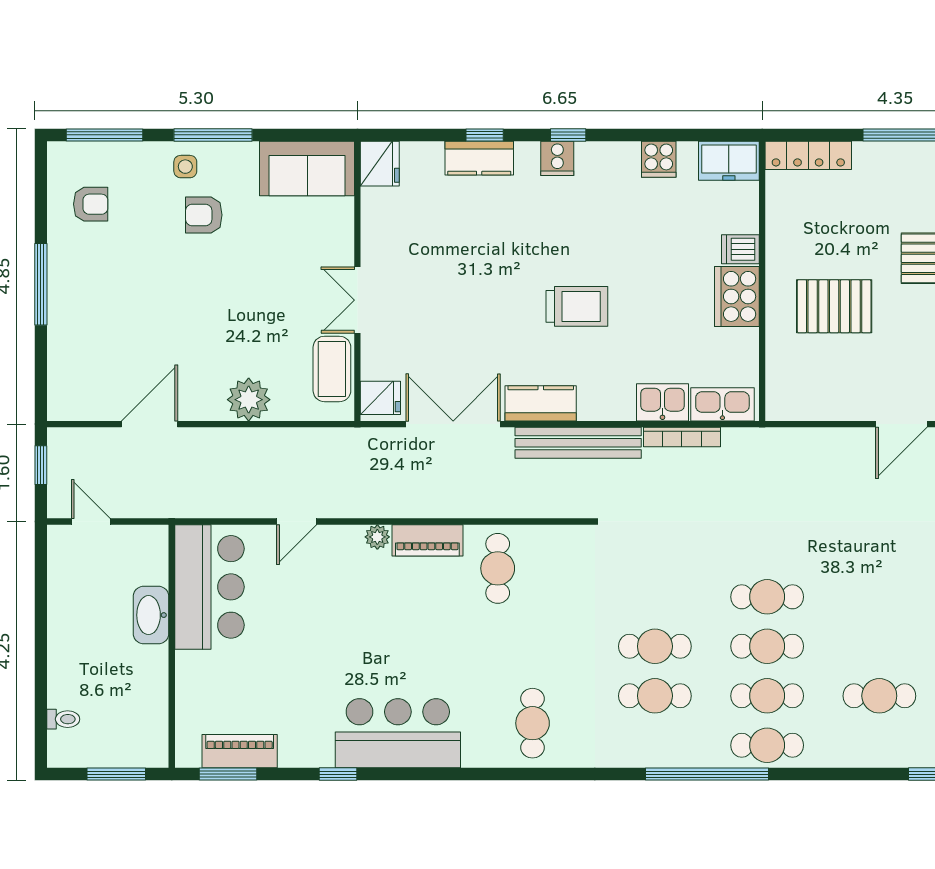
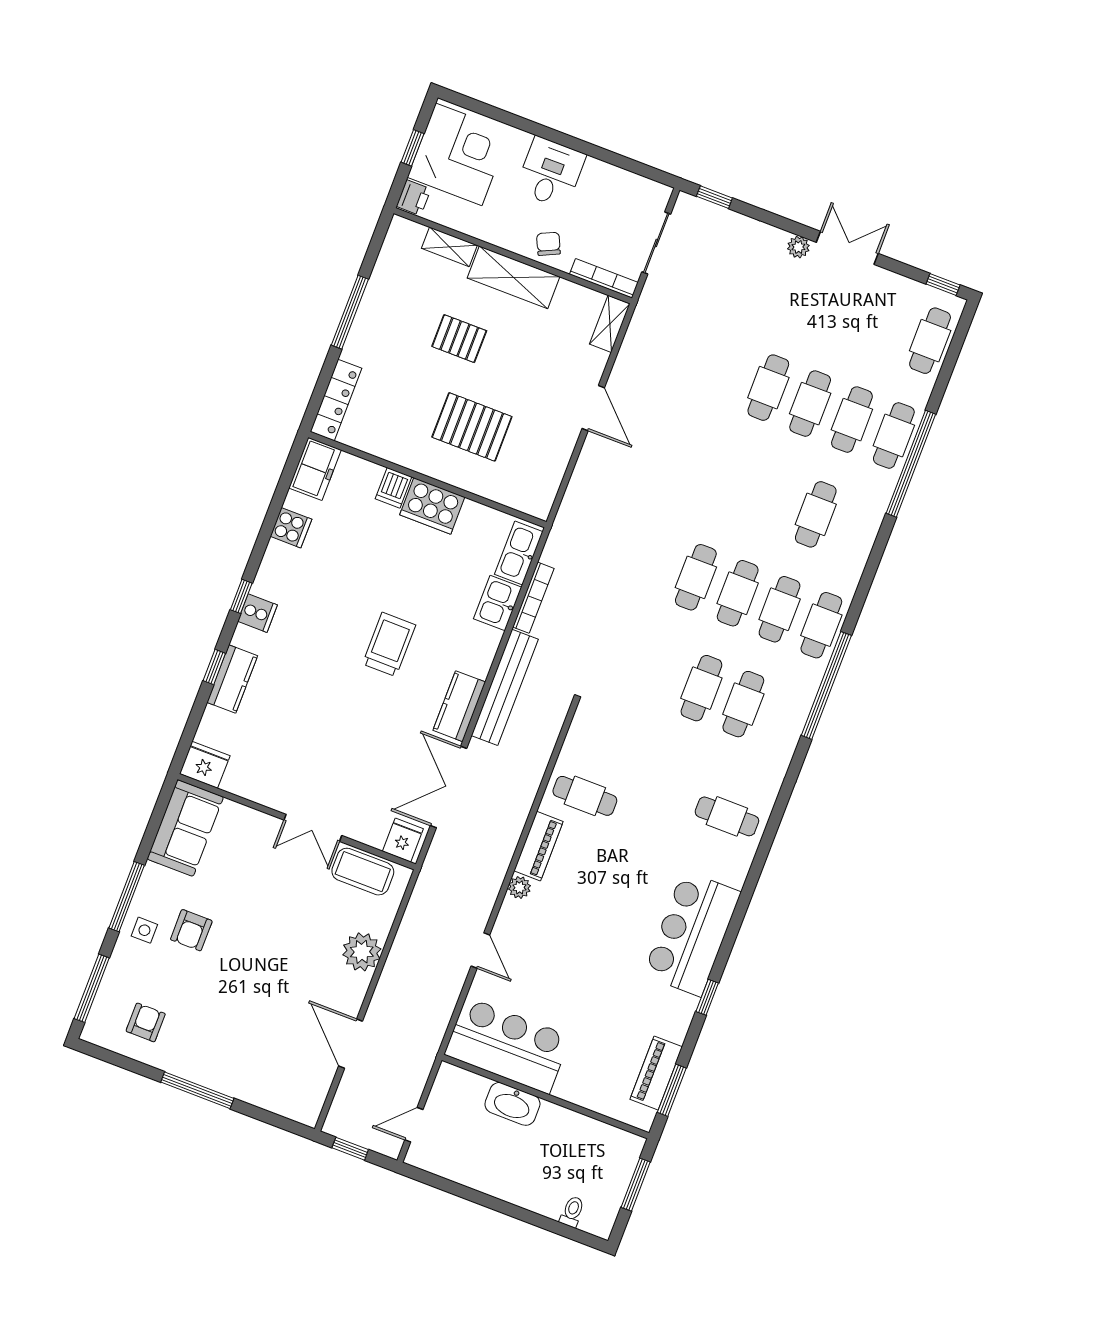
pallet: (834, 306) -> (472, 427), turned 90

